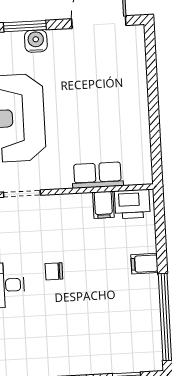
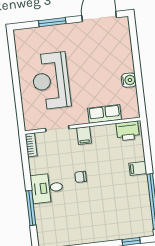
water cooler: (36, 41) -> (129, 80), moved, turned 90
filing cabinet: (103, 205) -> (84, 136), moved

